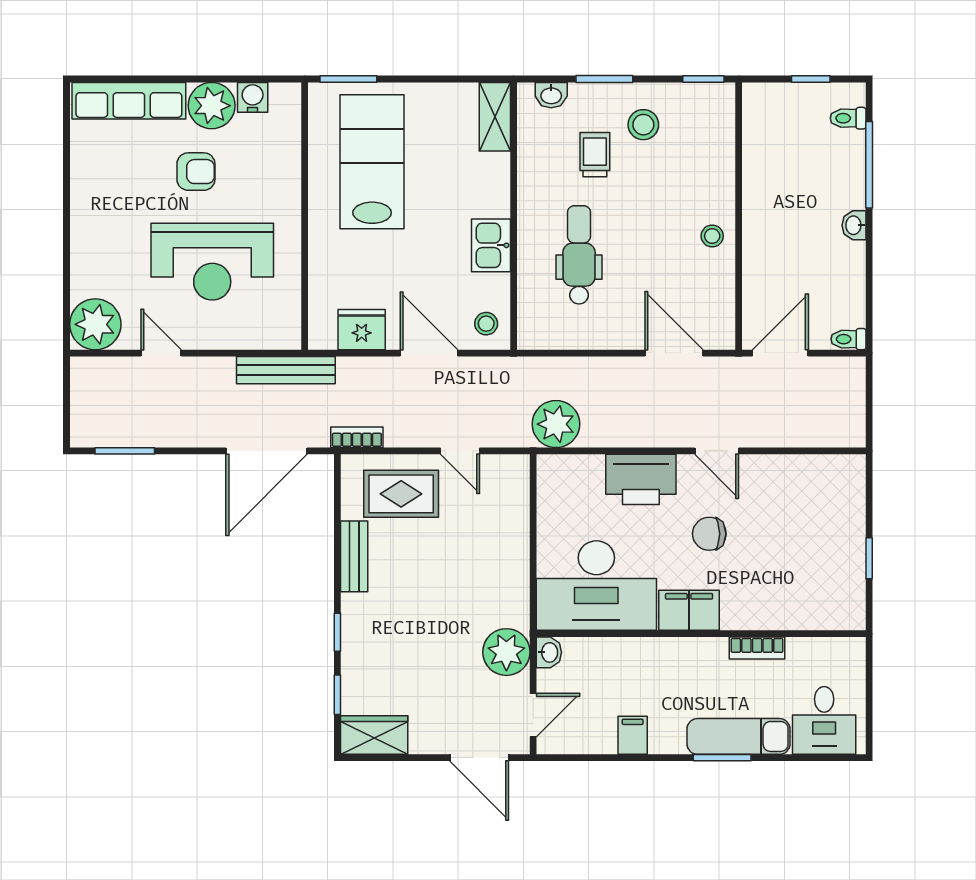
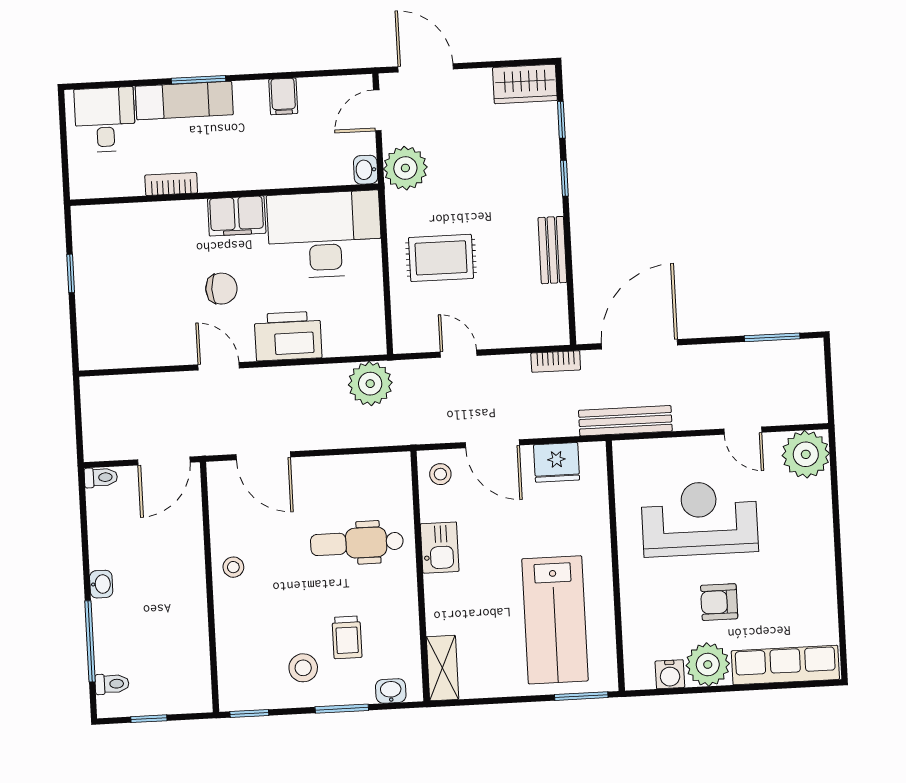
dental chair: (579, 255) -> (357, 543), turned 90
rug: (401, 494) -> (441, 258), moved

